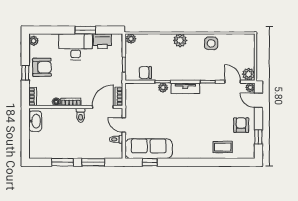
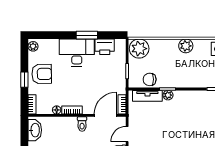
plant: (131, 39) -> (139, 49), width x1.88, depth x1.88
tv unit: (185, 88) -> (147, 96), moved
door: (124, 125) -> (127, 134), hinge flipped

